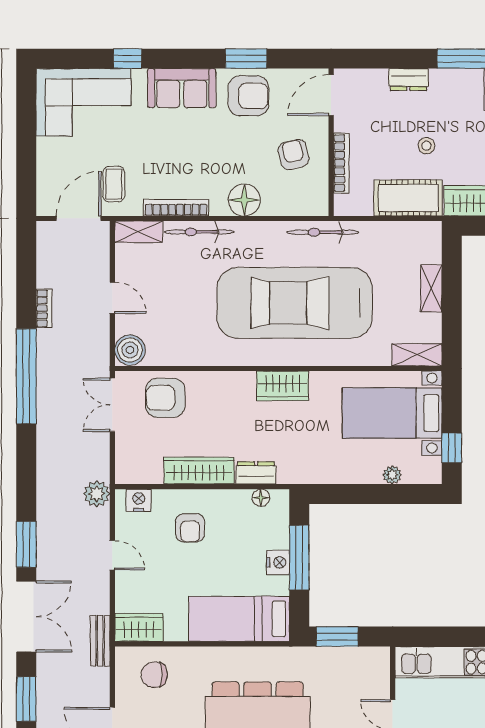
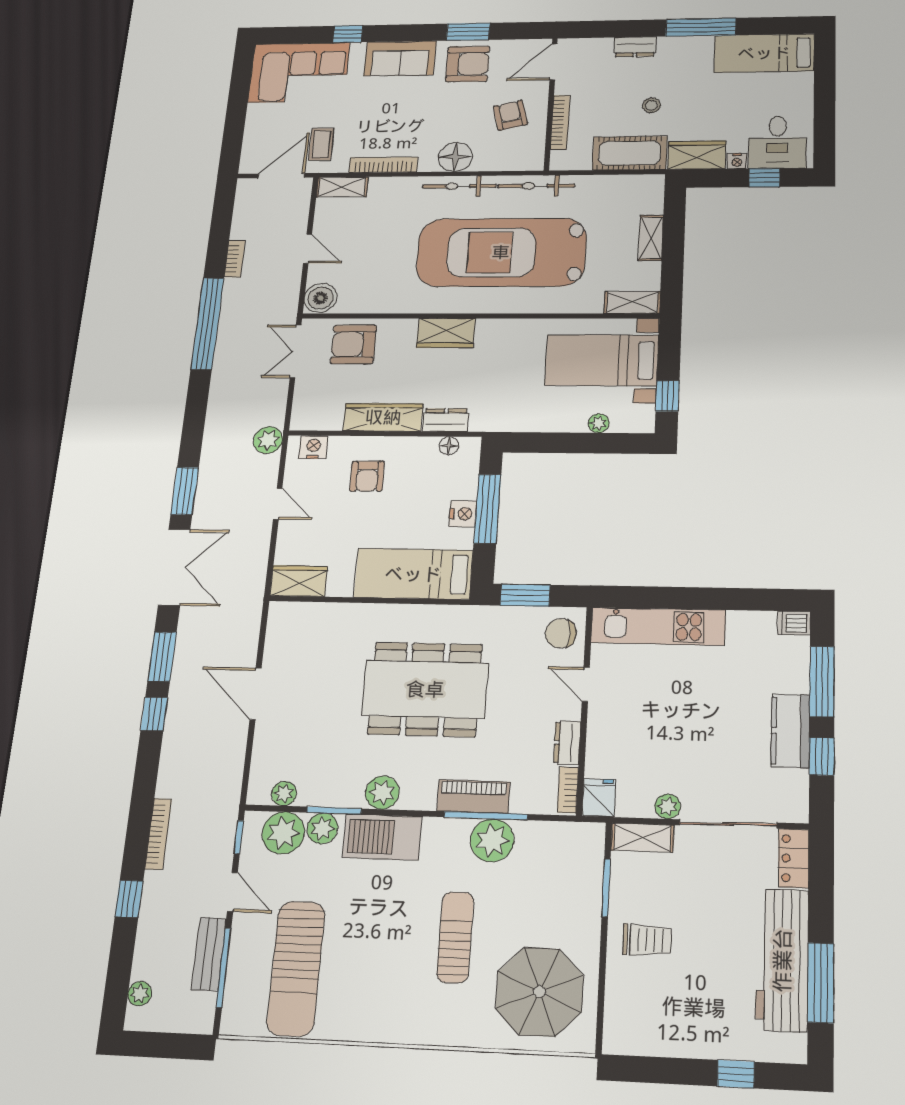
bicycle: (199, 232) -> (459, 186), moved
wardrobe: (282, 386) -> (446, 333), moved
bench: (100, 641) -> (253, 595), removed
chair: (154, 675) -> (561, 633), moved

